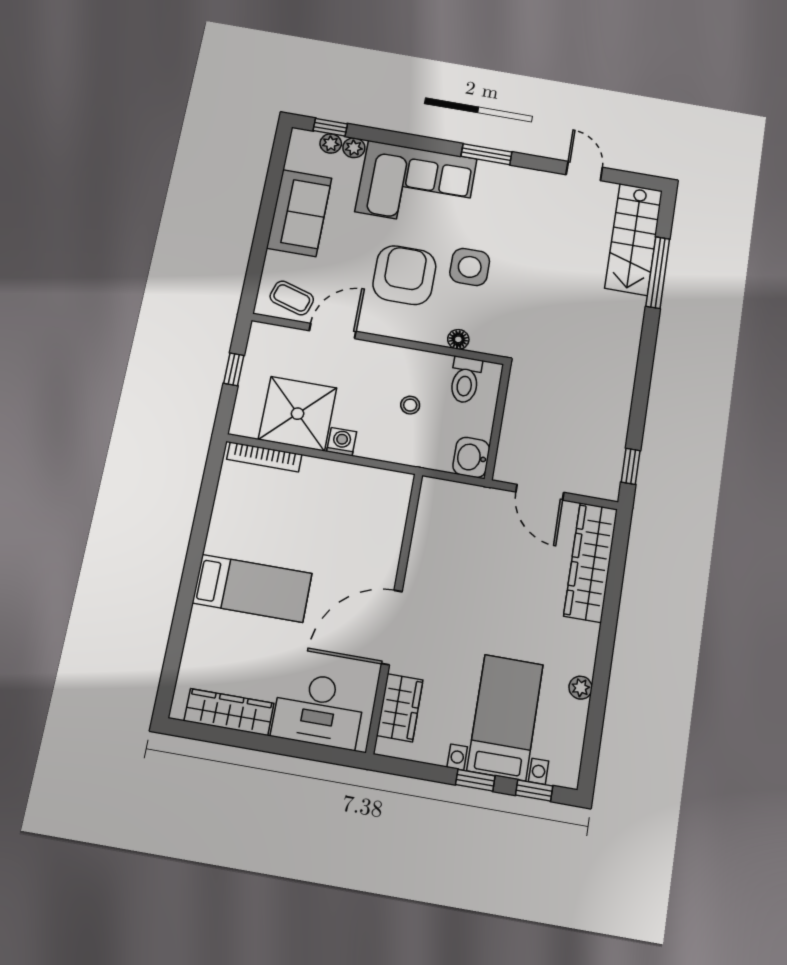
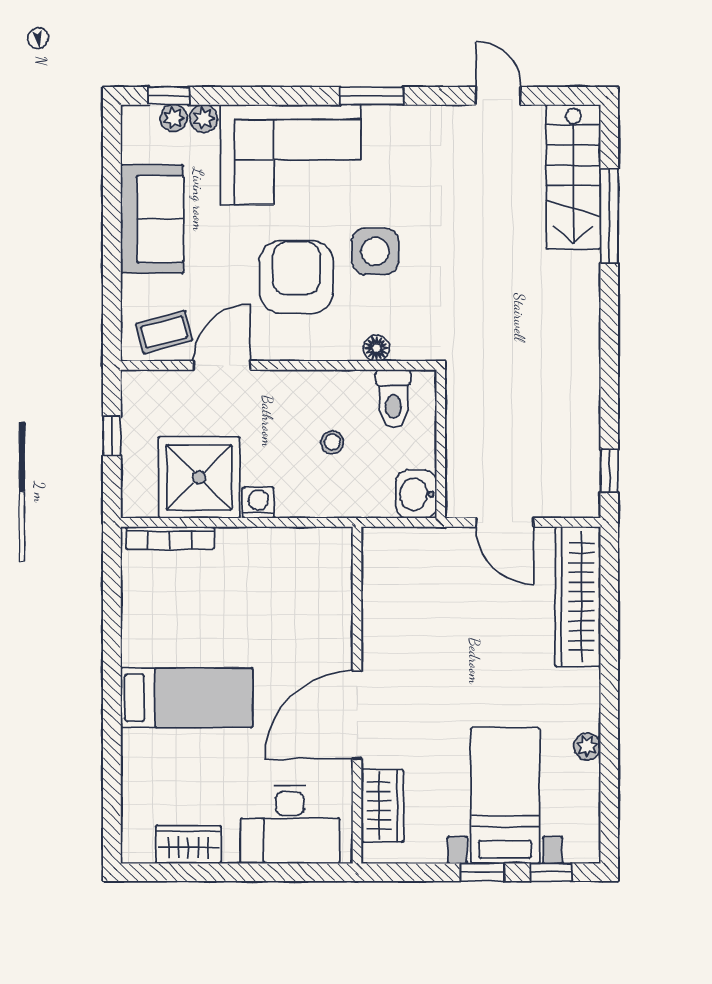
coffee table: (292, 298) -> (164, 332), turned -32
wardrobe: (229, 712) -> (188, 845), width x0.67

